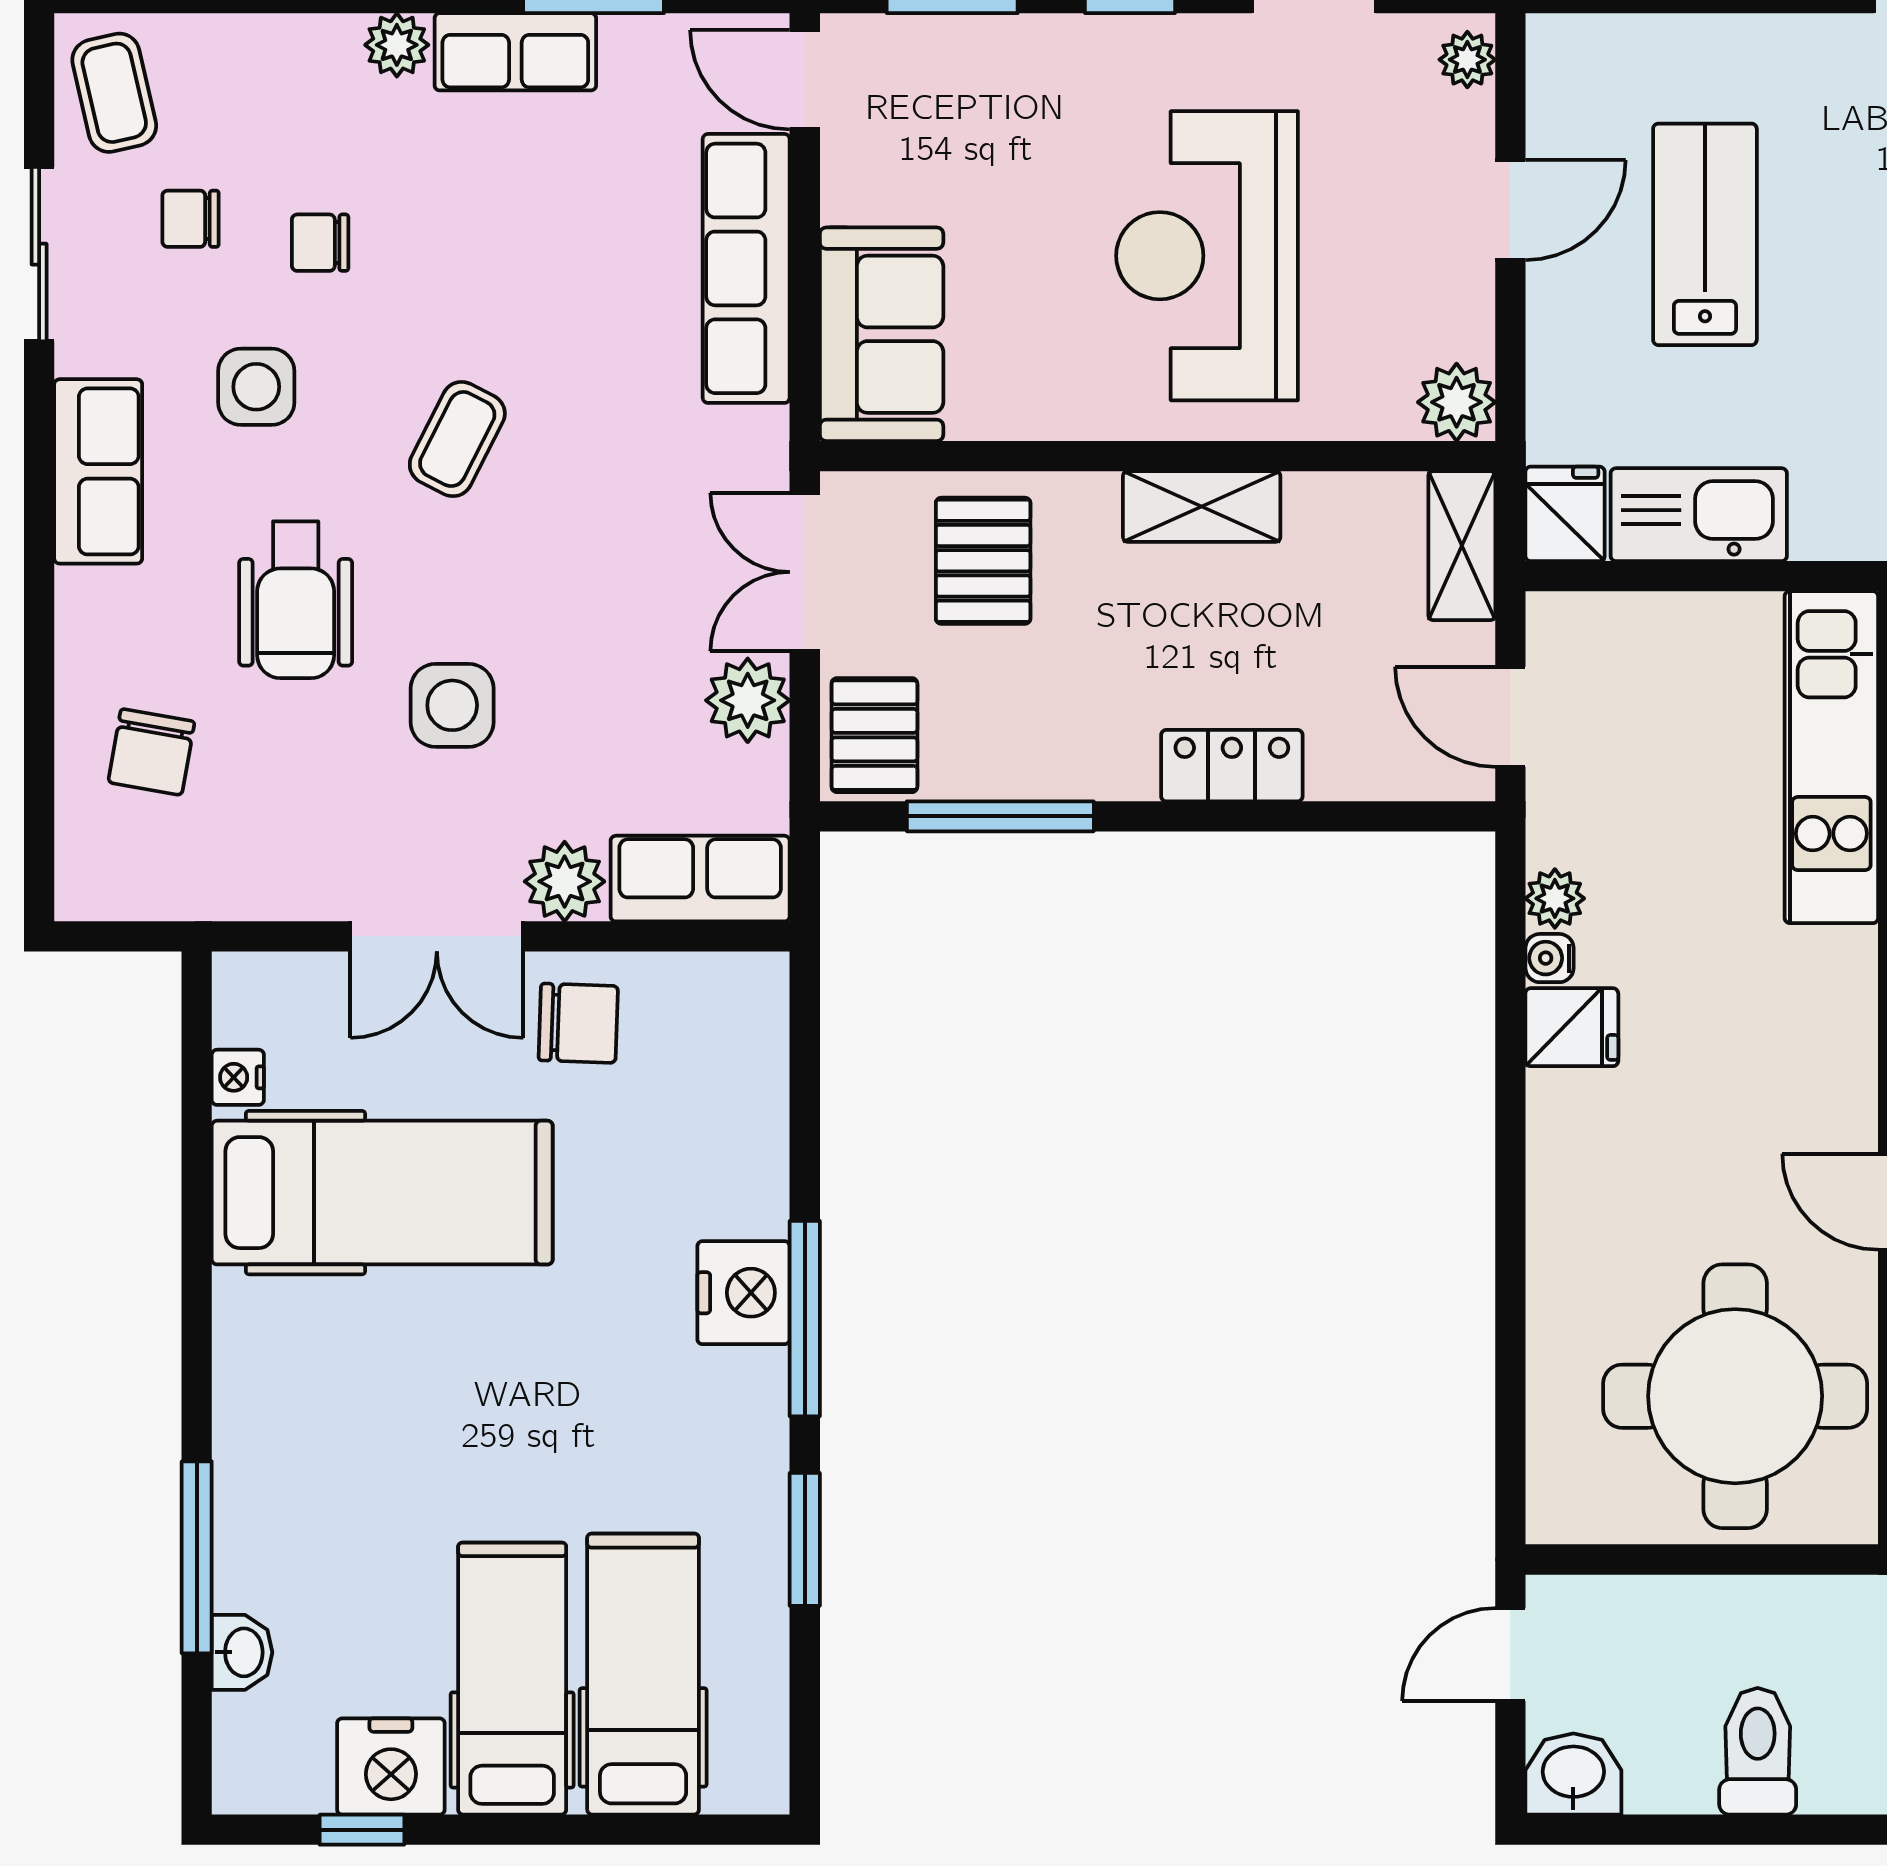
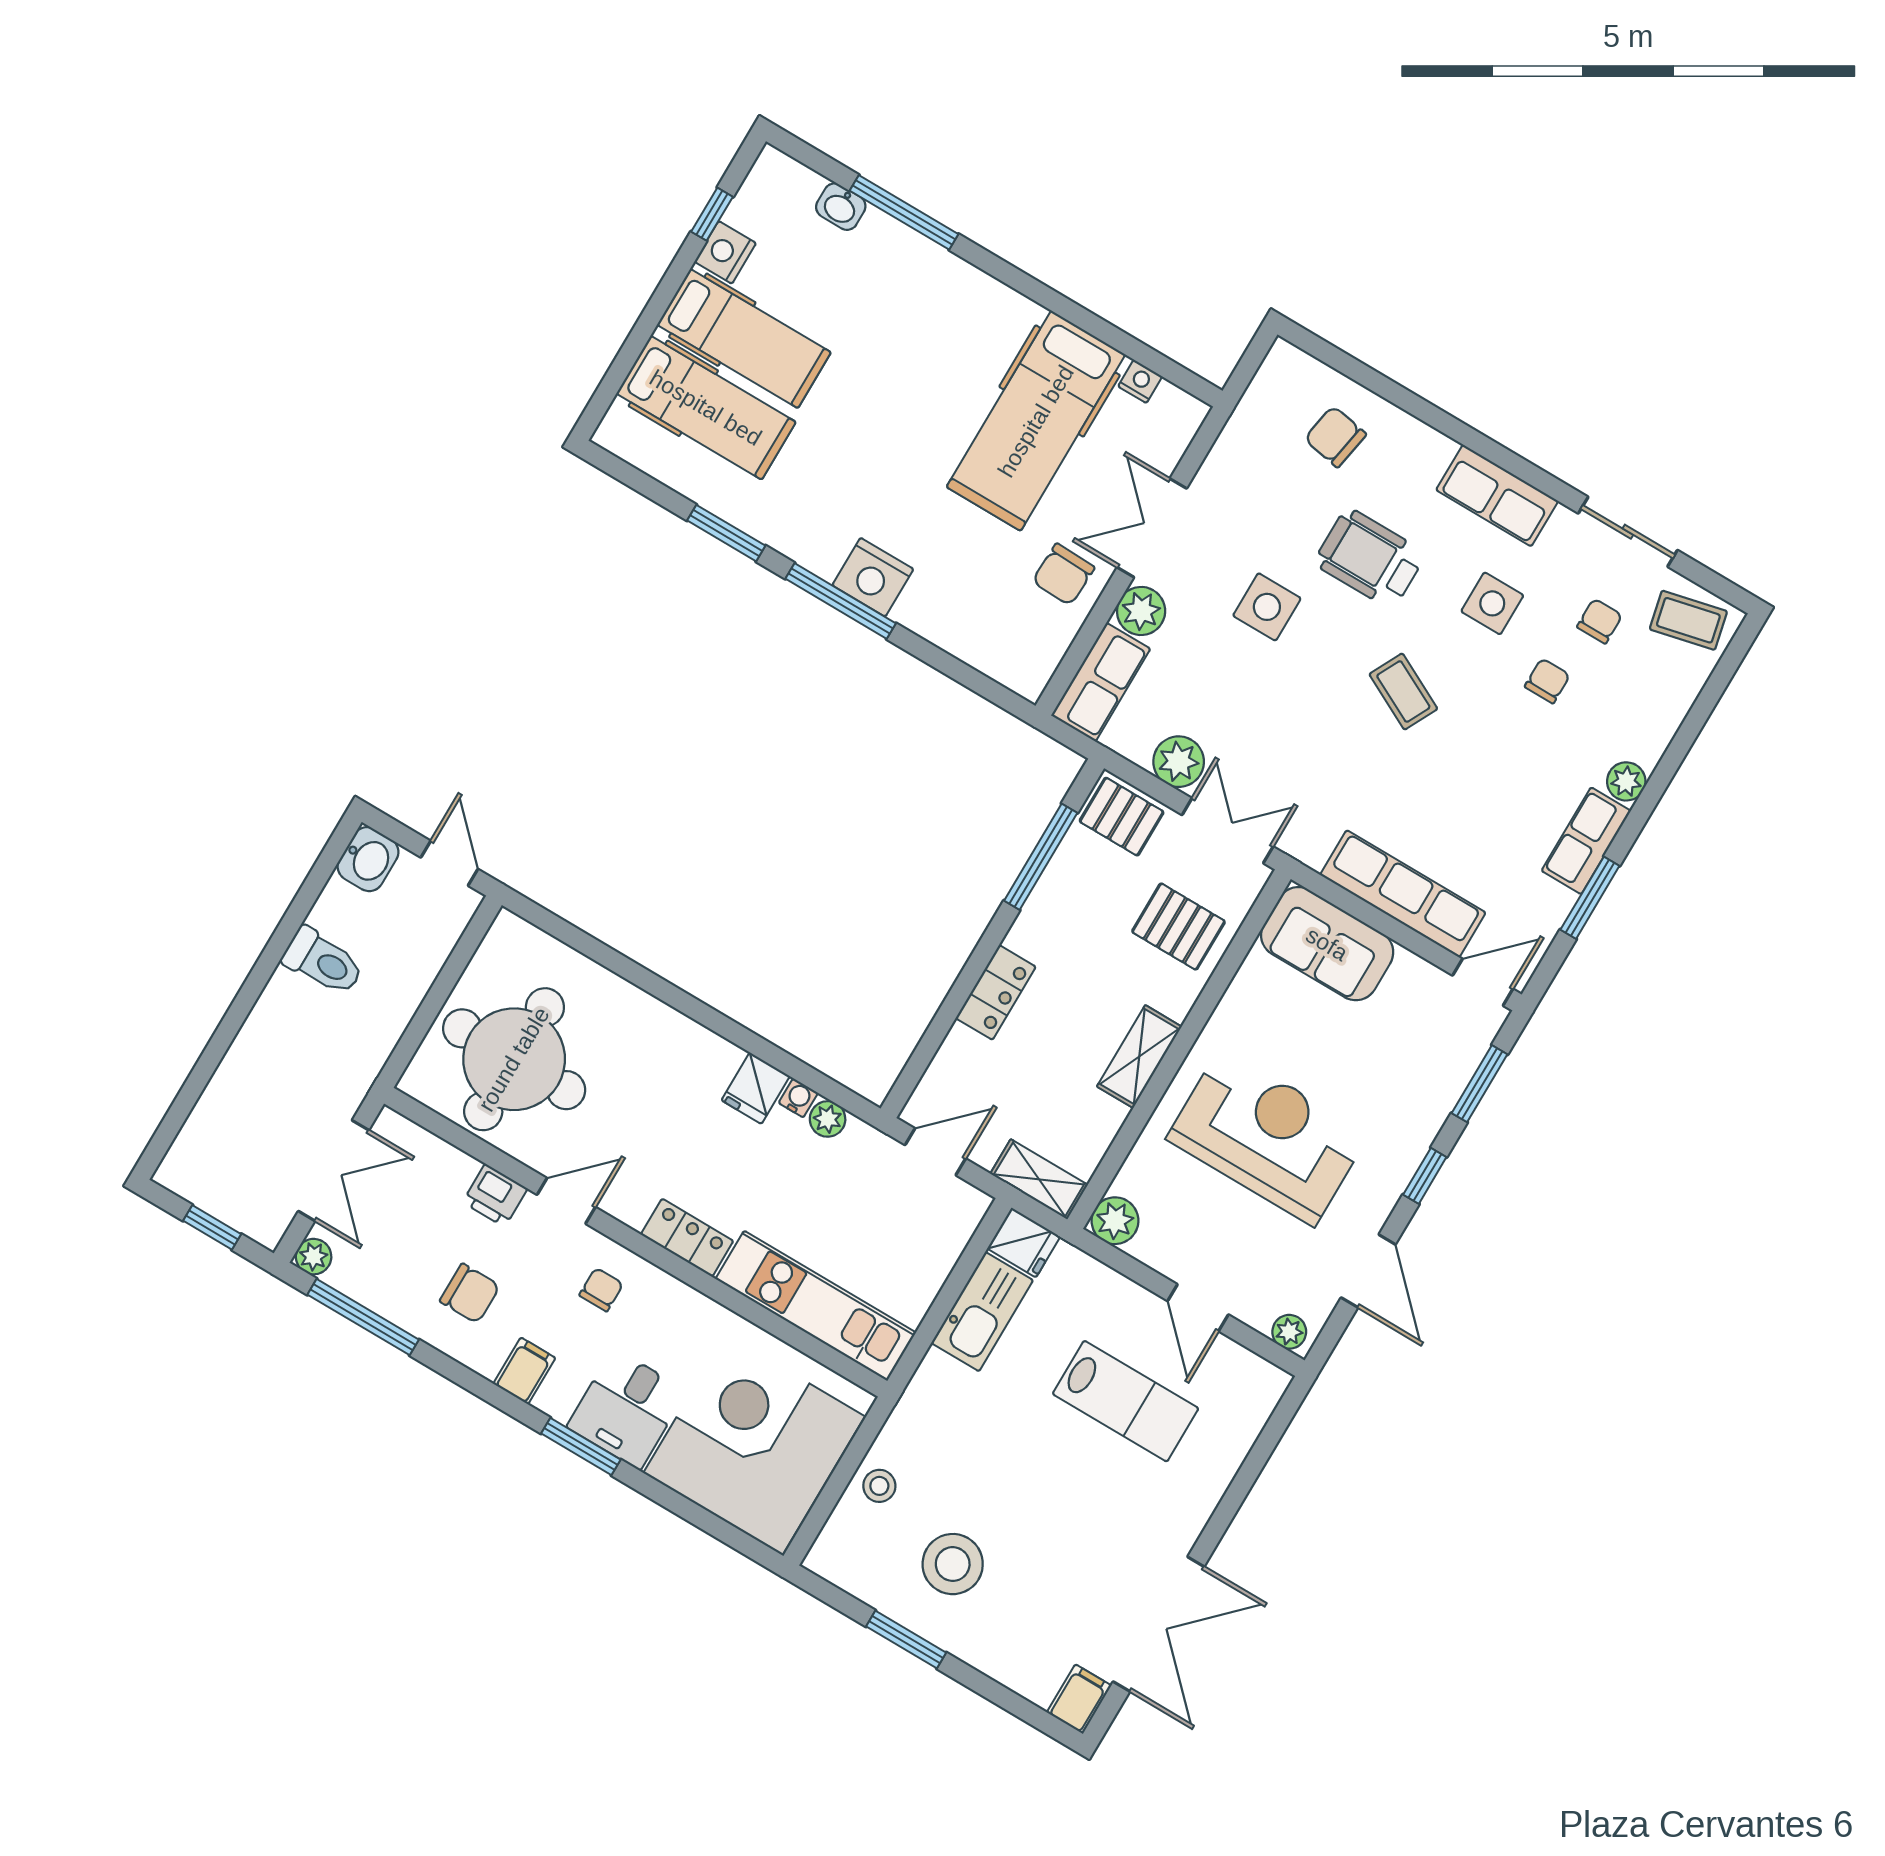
locker: (1843, 998) -> (687, 1238), added
nightstand: (391, 1766) -> (725, 252), width x0.74, depth x0.75

